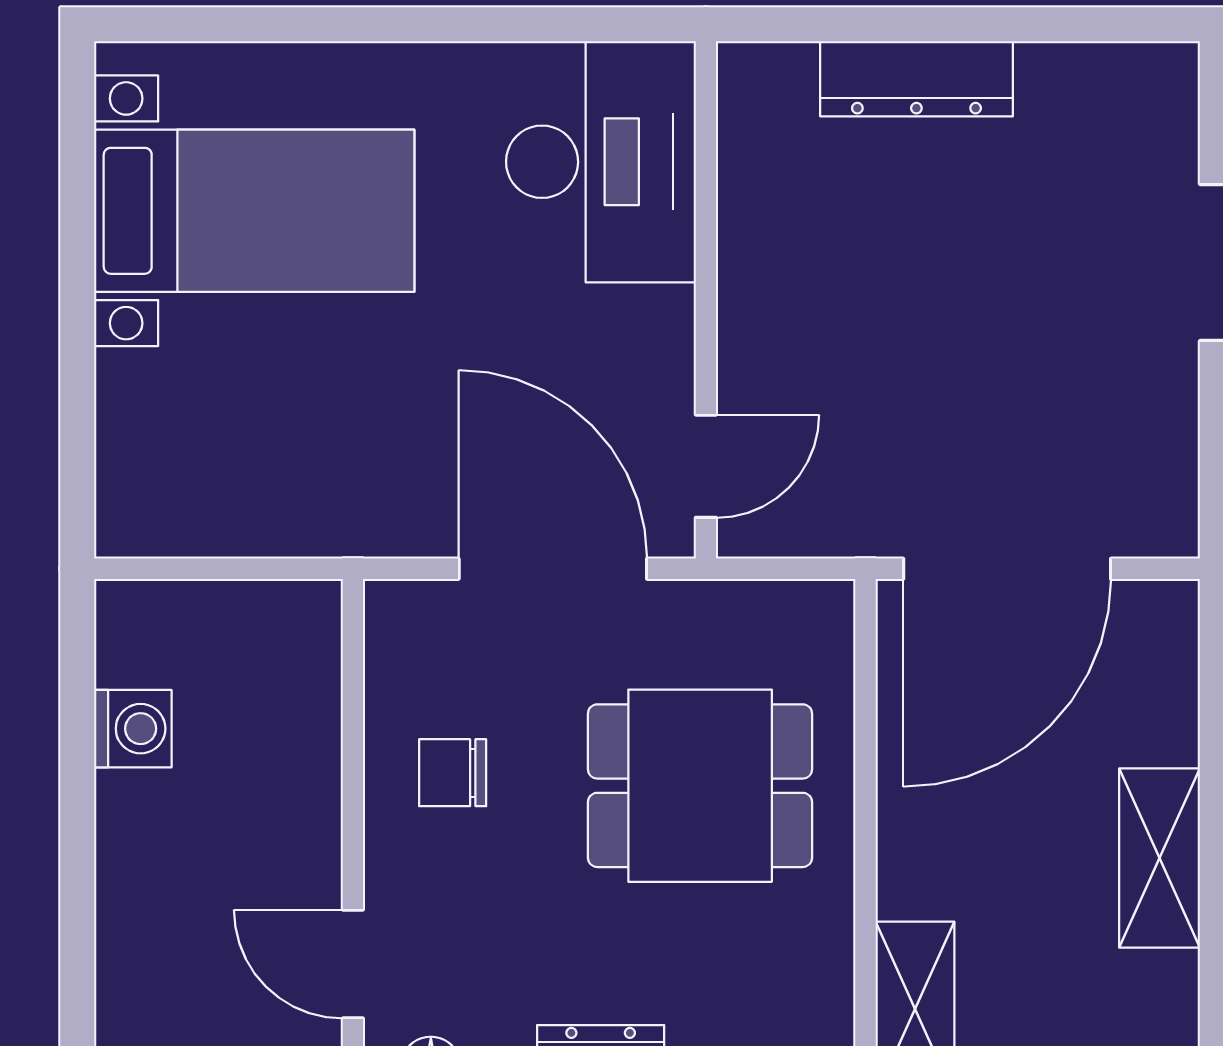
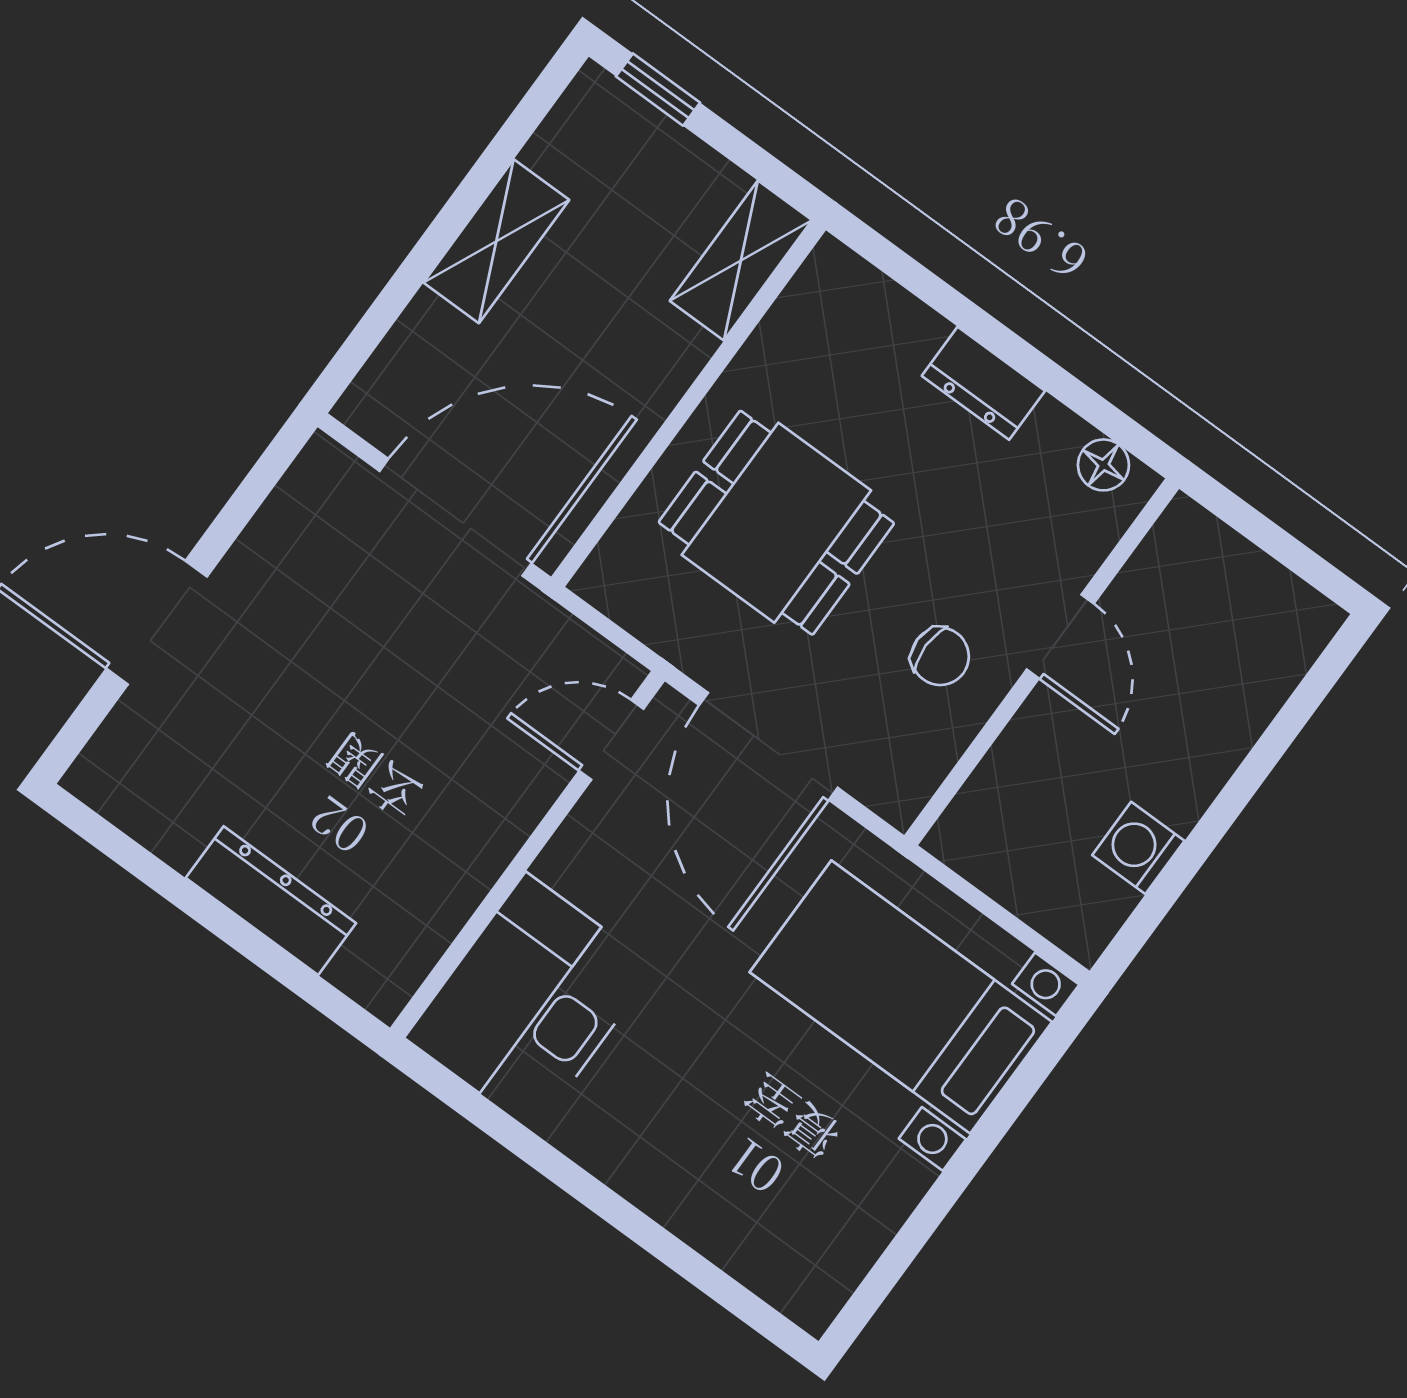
bed with nightstands: (254, 211) -> (901, 997), moved
door: (353, 964) -> (1060, 637), moved

